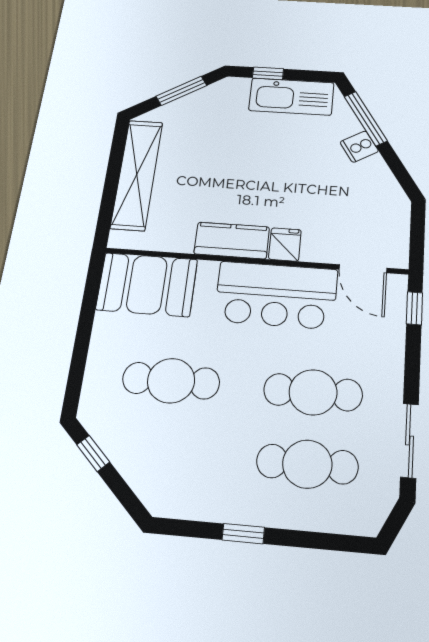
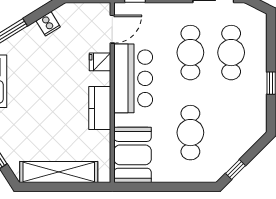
cooker: (359, 147) -> (48, 24), moved
fridge: (285, 244) -> (100, 62), moved

